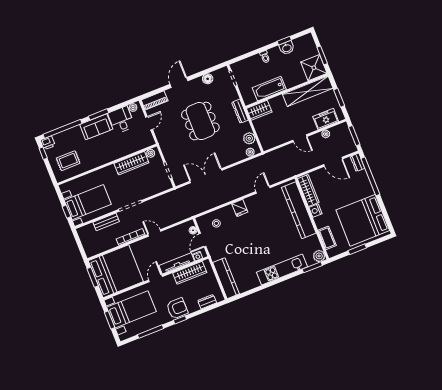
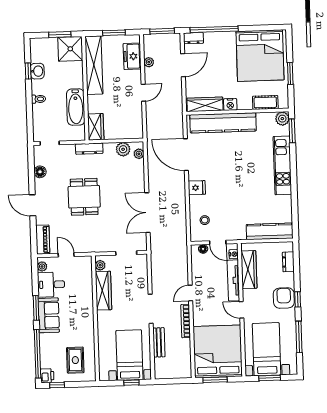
dining table: (200, 121) -> (84, 197), width x0.73
door: (263, 190) -> (186, 155), width x1.87

